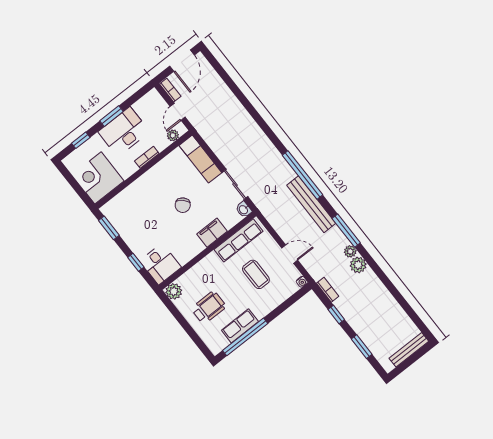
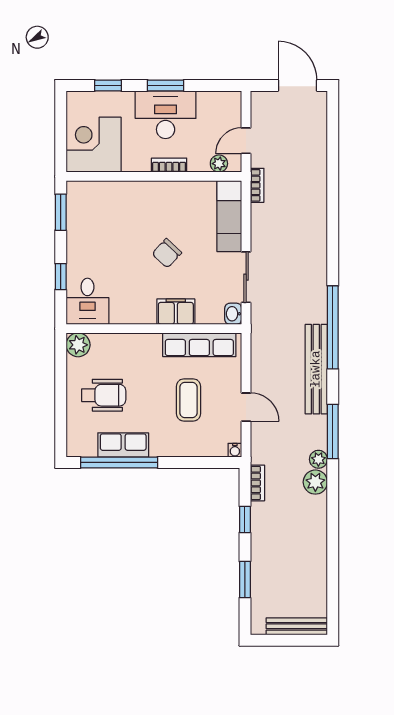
door: (182, 61) -> (297, 85), swing flipped
bookcase: (170, 90) -> (257, 185), moved

